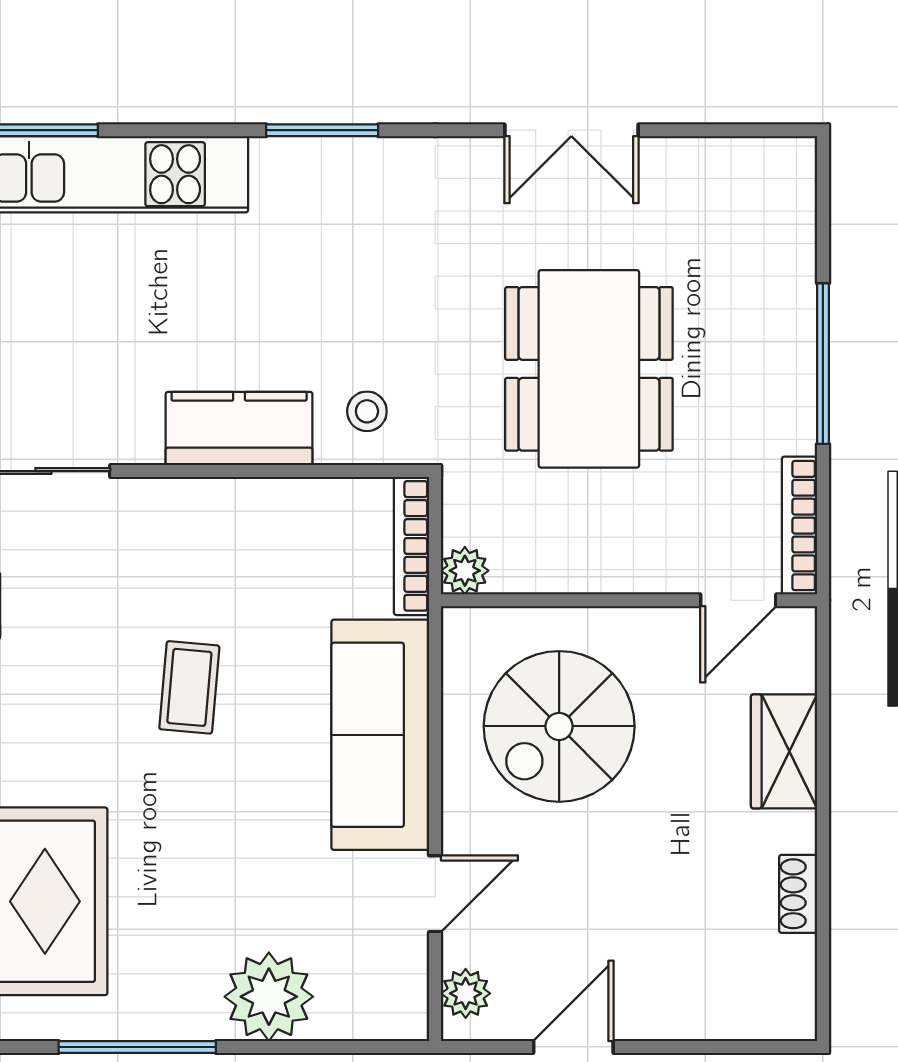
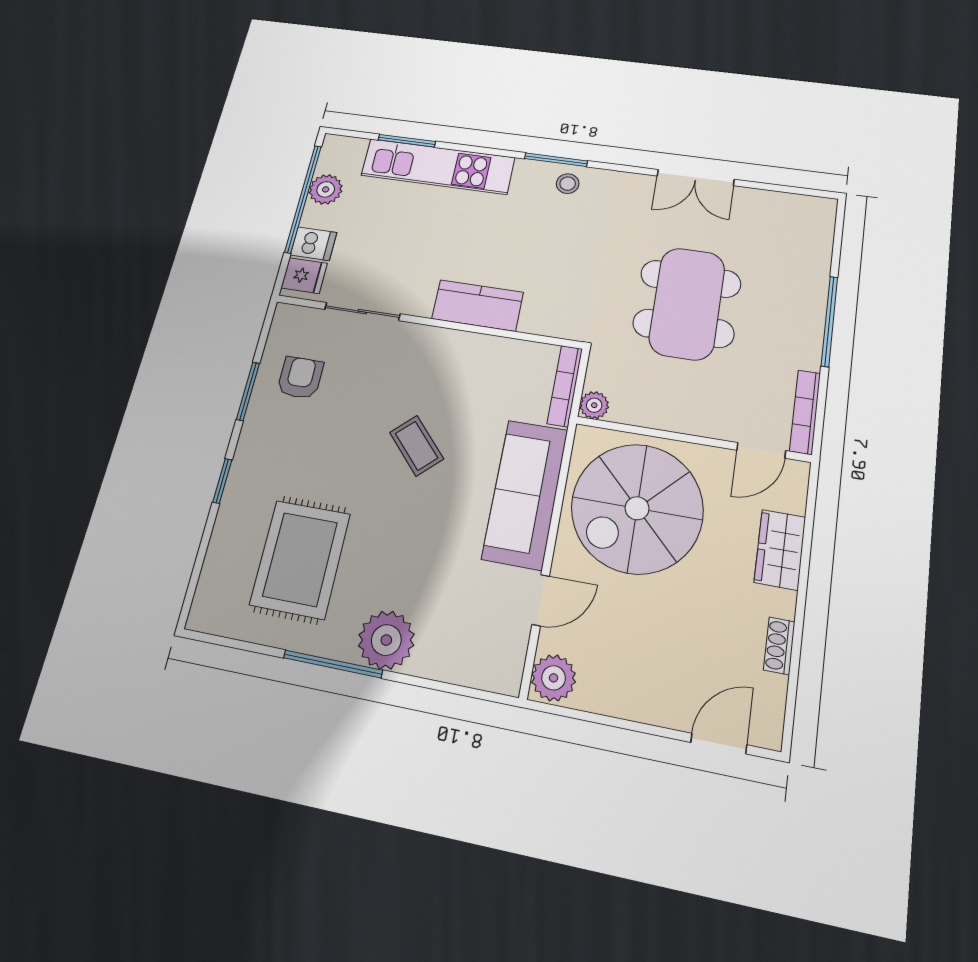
stool: (367, 411) -> (568, 184), moved
coffee table: (189, 687) -> (417, 446), turned -48
spiral stairs: (559, 726) -> (637, 508), width x1.37, depth x1.37
plant: (466, 993) -> (554, 678), width x1.38, depth x1.38
plant: (269, 997) -> (386, 640), moved
door: (573, 1047) -> (719, 744), moved

